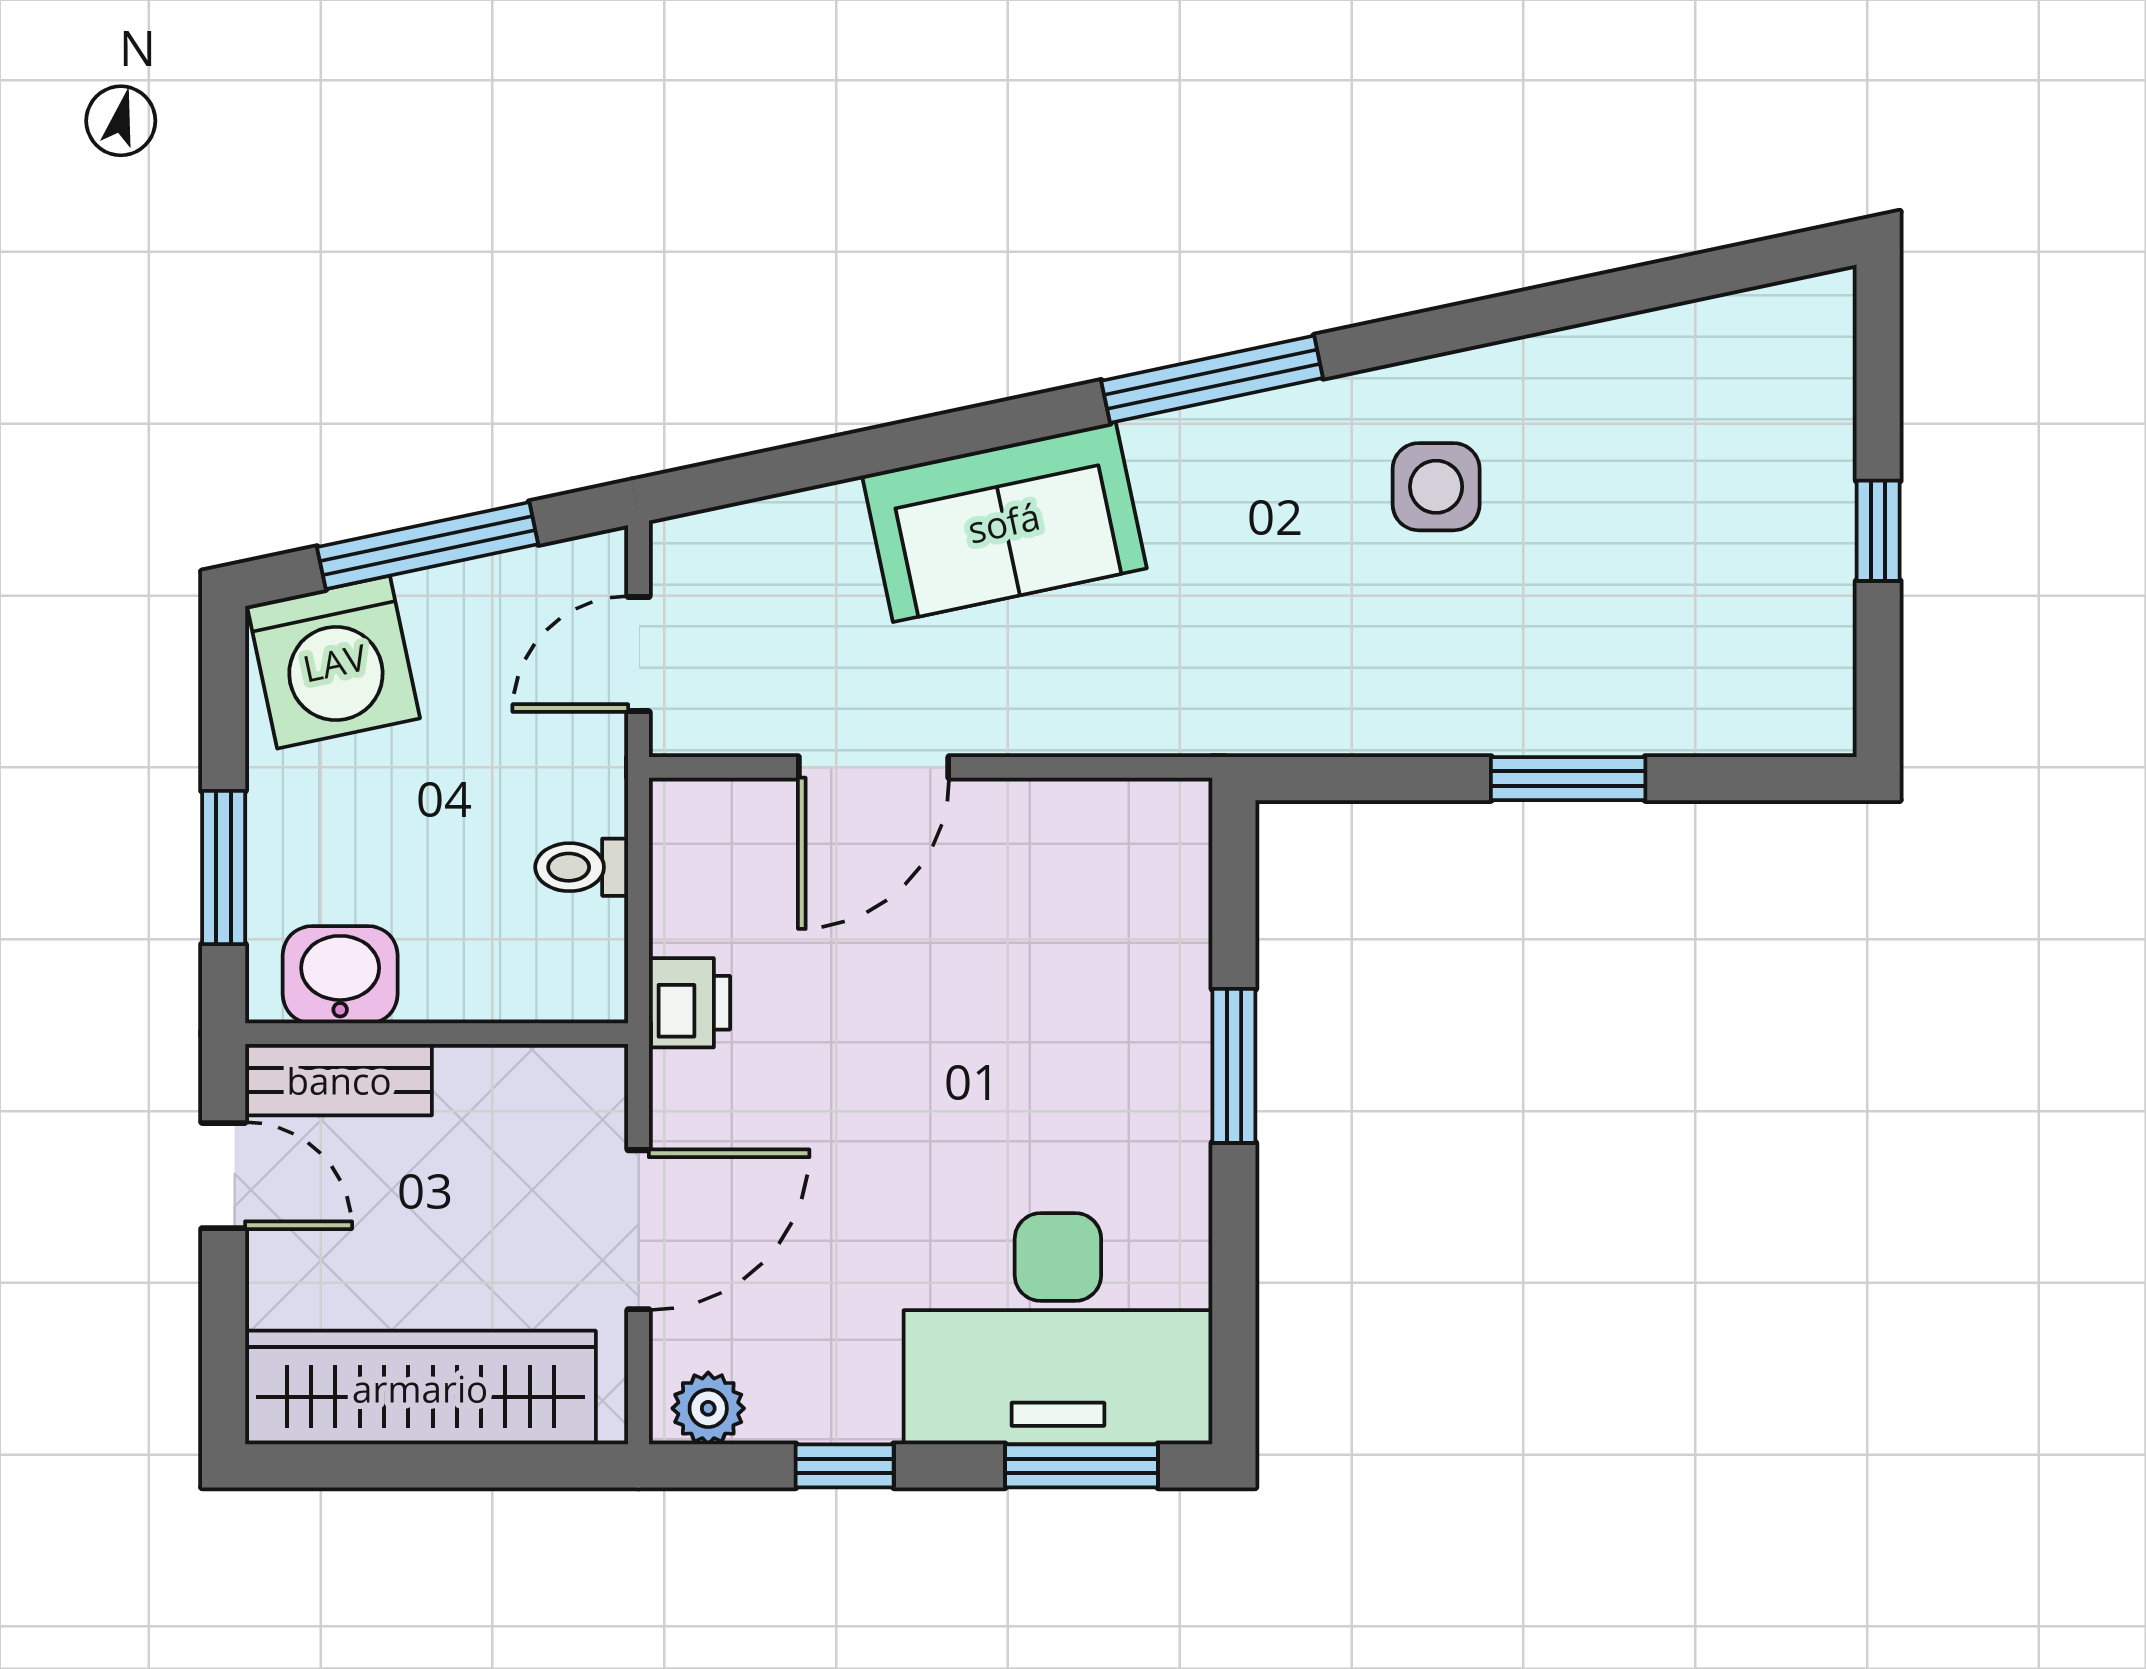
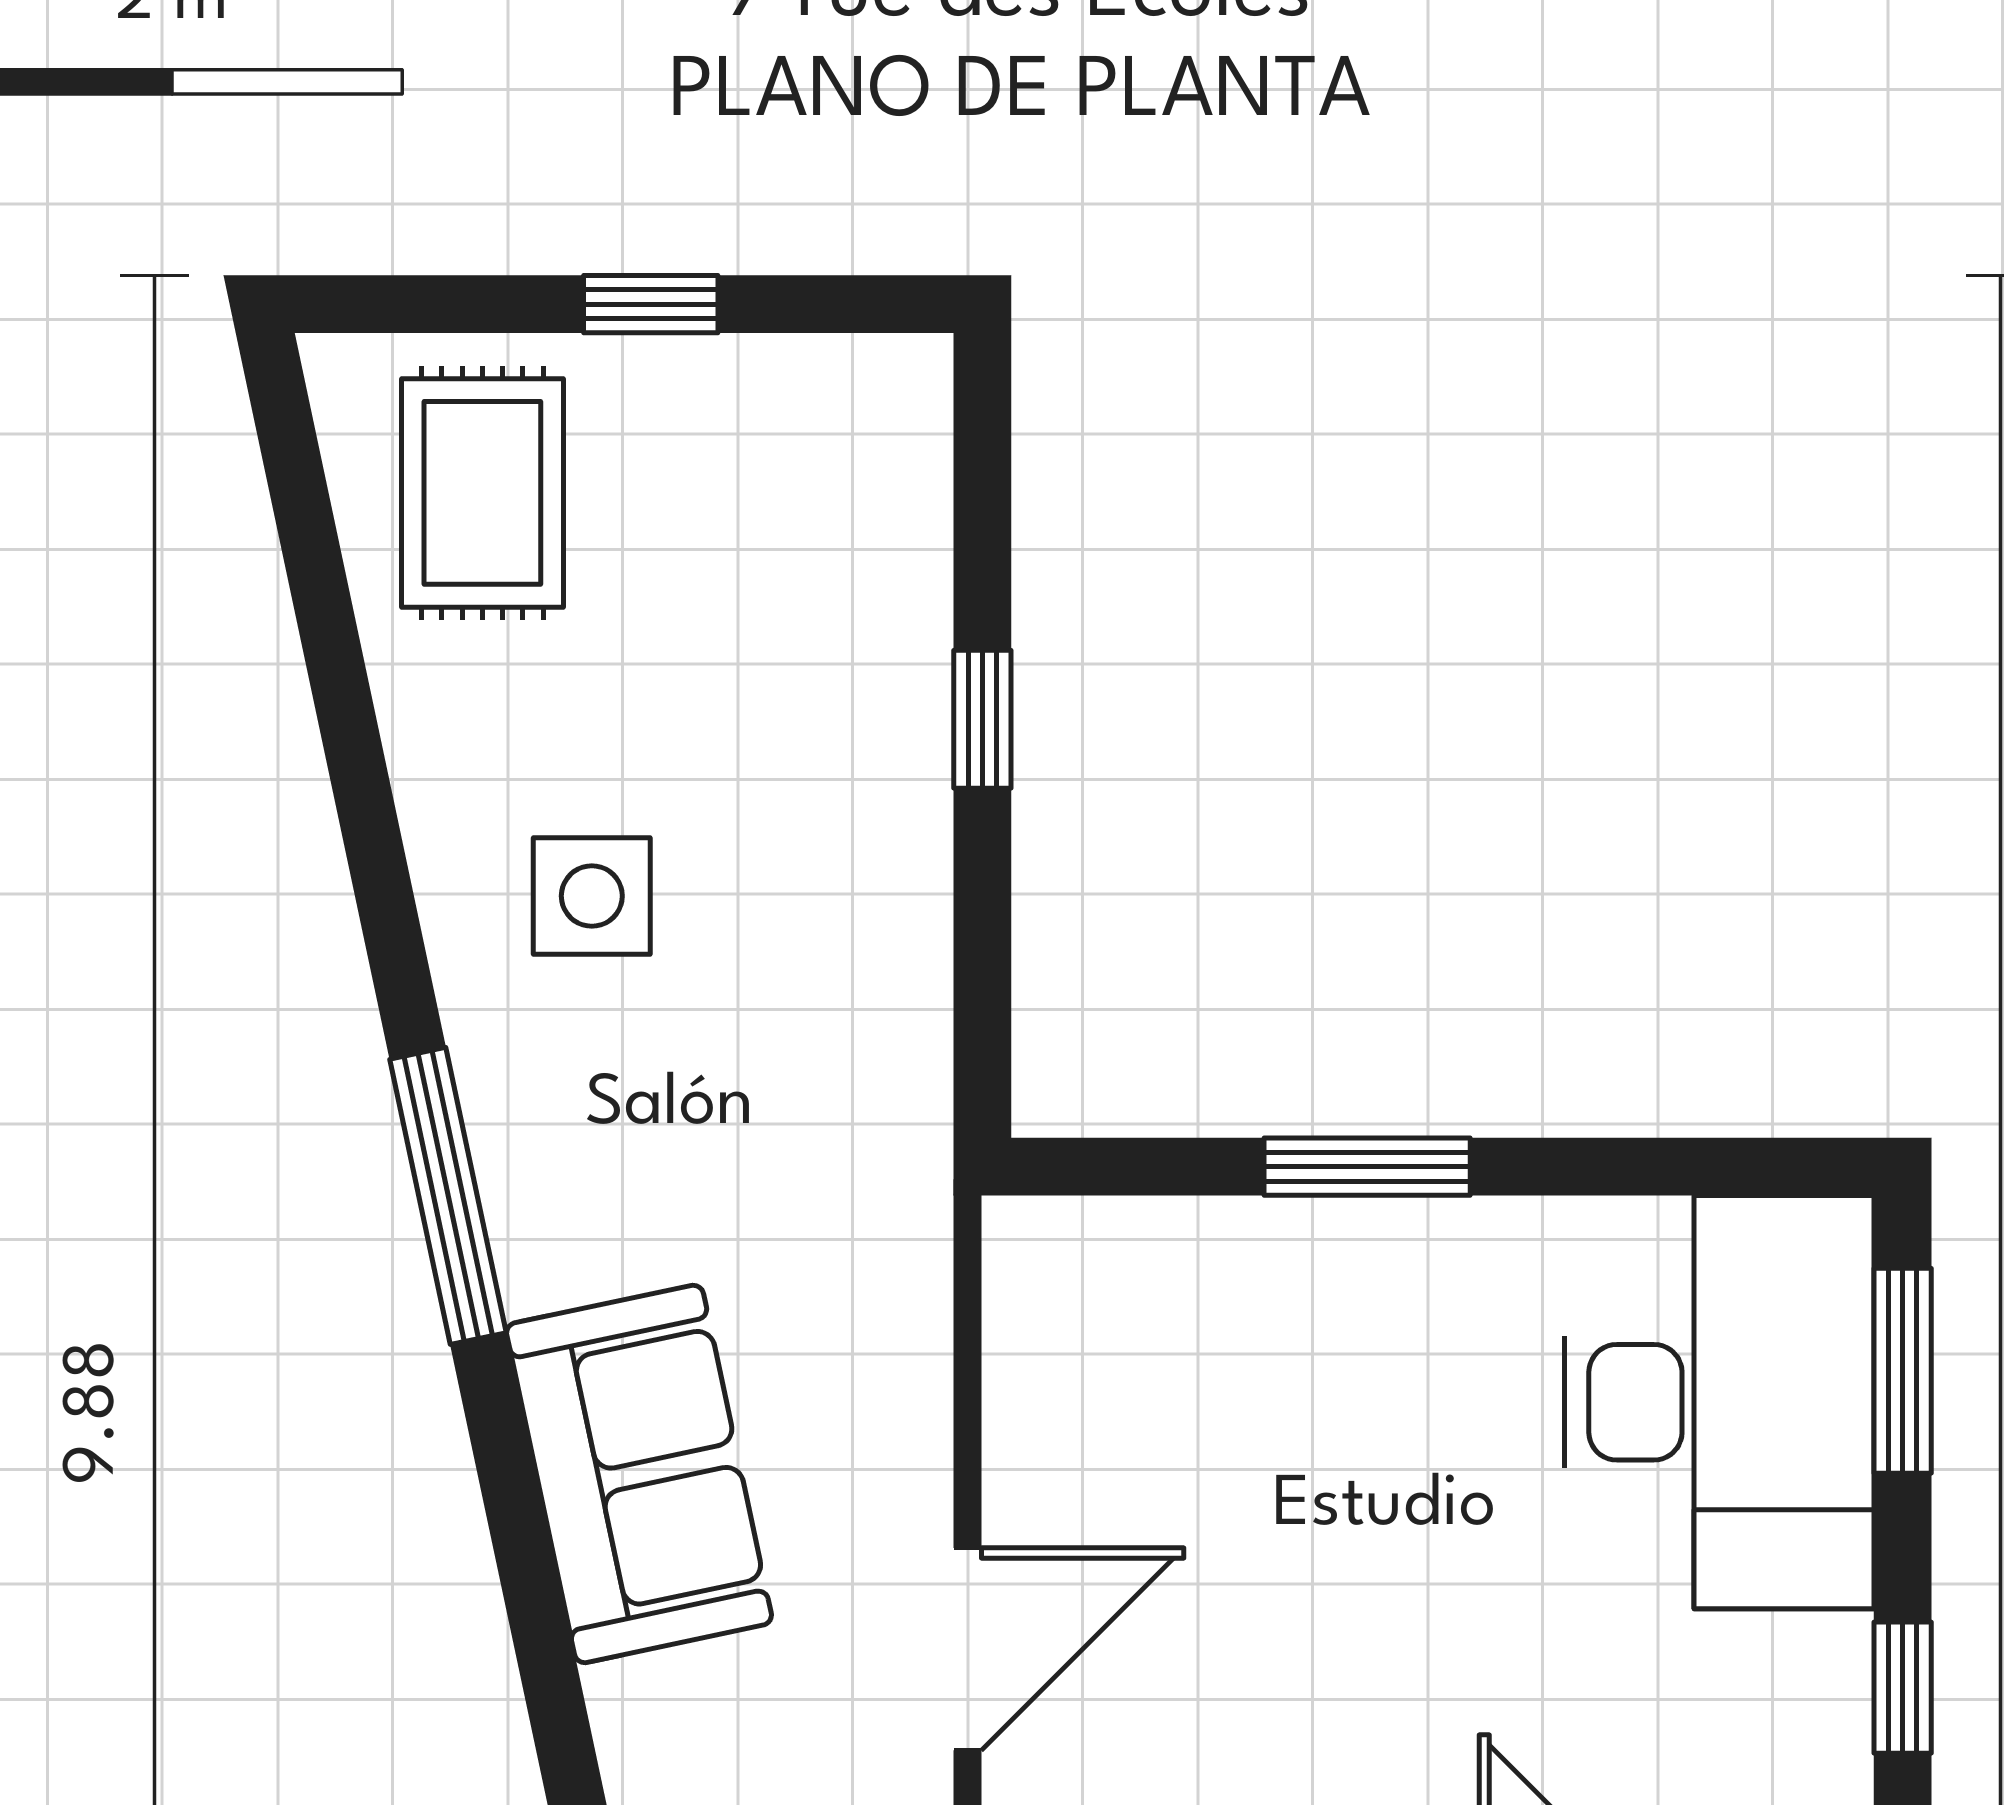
rug: (1737, 405) -> (482, 493), added
door: (874, 767) -> (968, 1649), hinge flipped
window: (1568, 779) -> (982, 719), width x0.67

